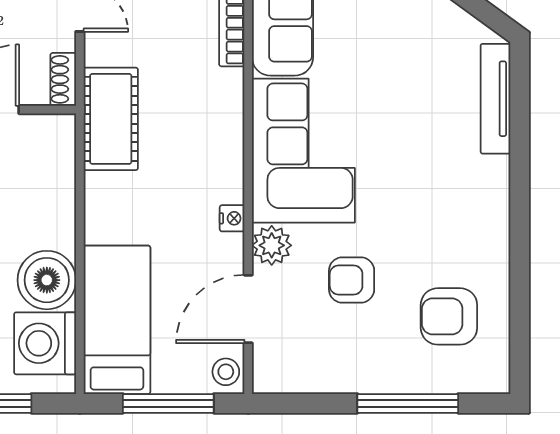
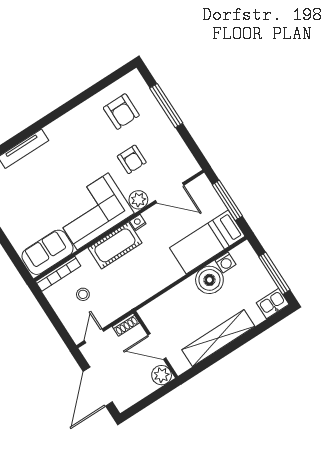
cot: (111, 119) -> (115, 245), moved
washing machine: (45, 343) -> (225, 262), width x0.53, depth x0.53
stool: (226, 372) -> (83, 294), moved

